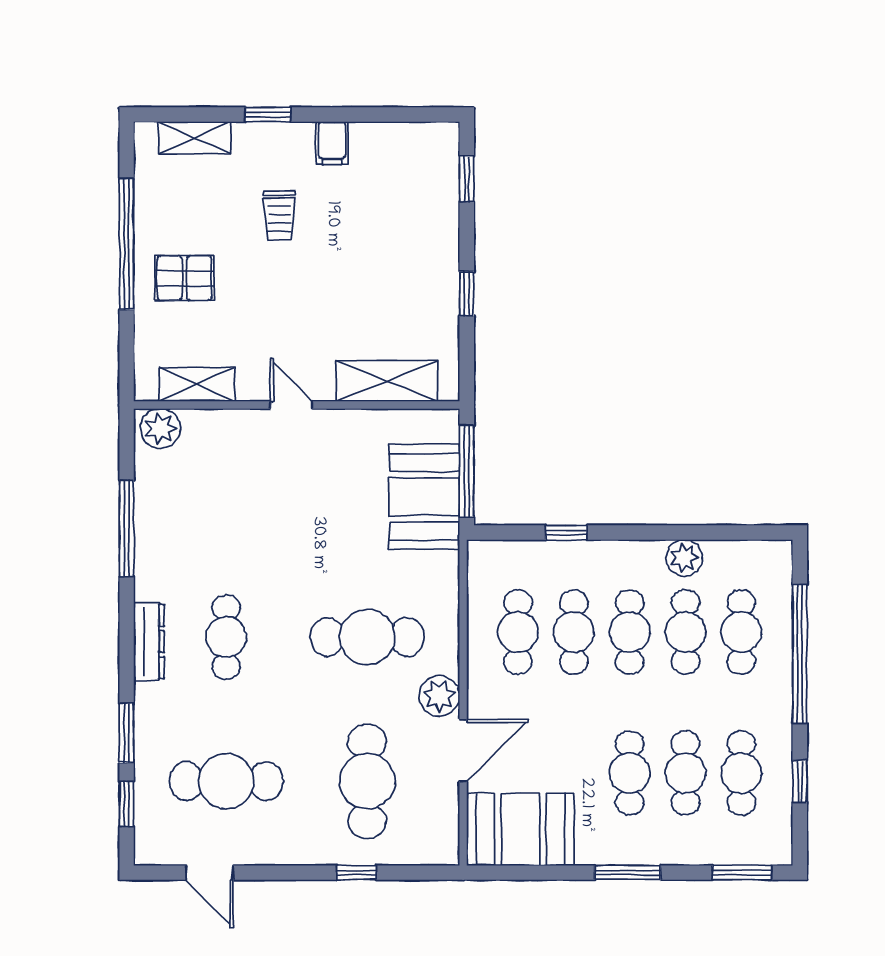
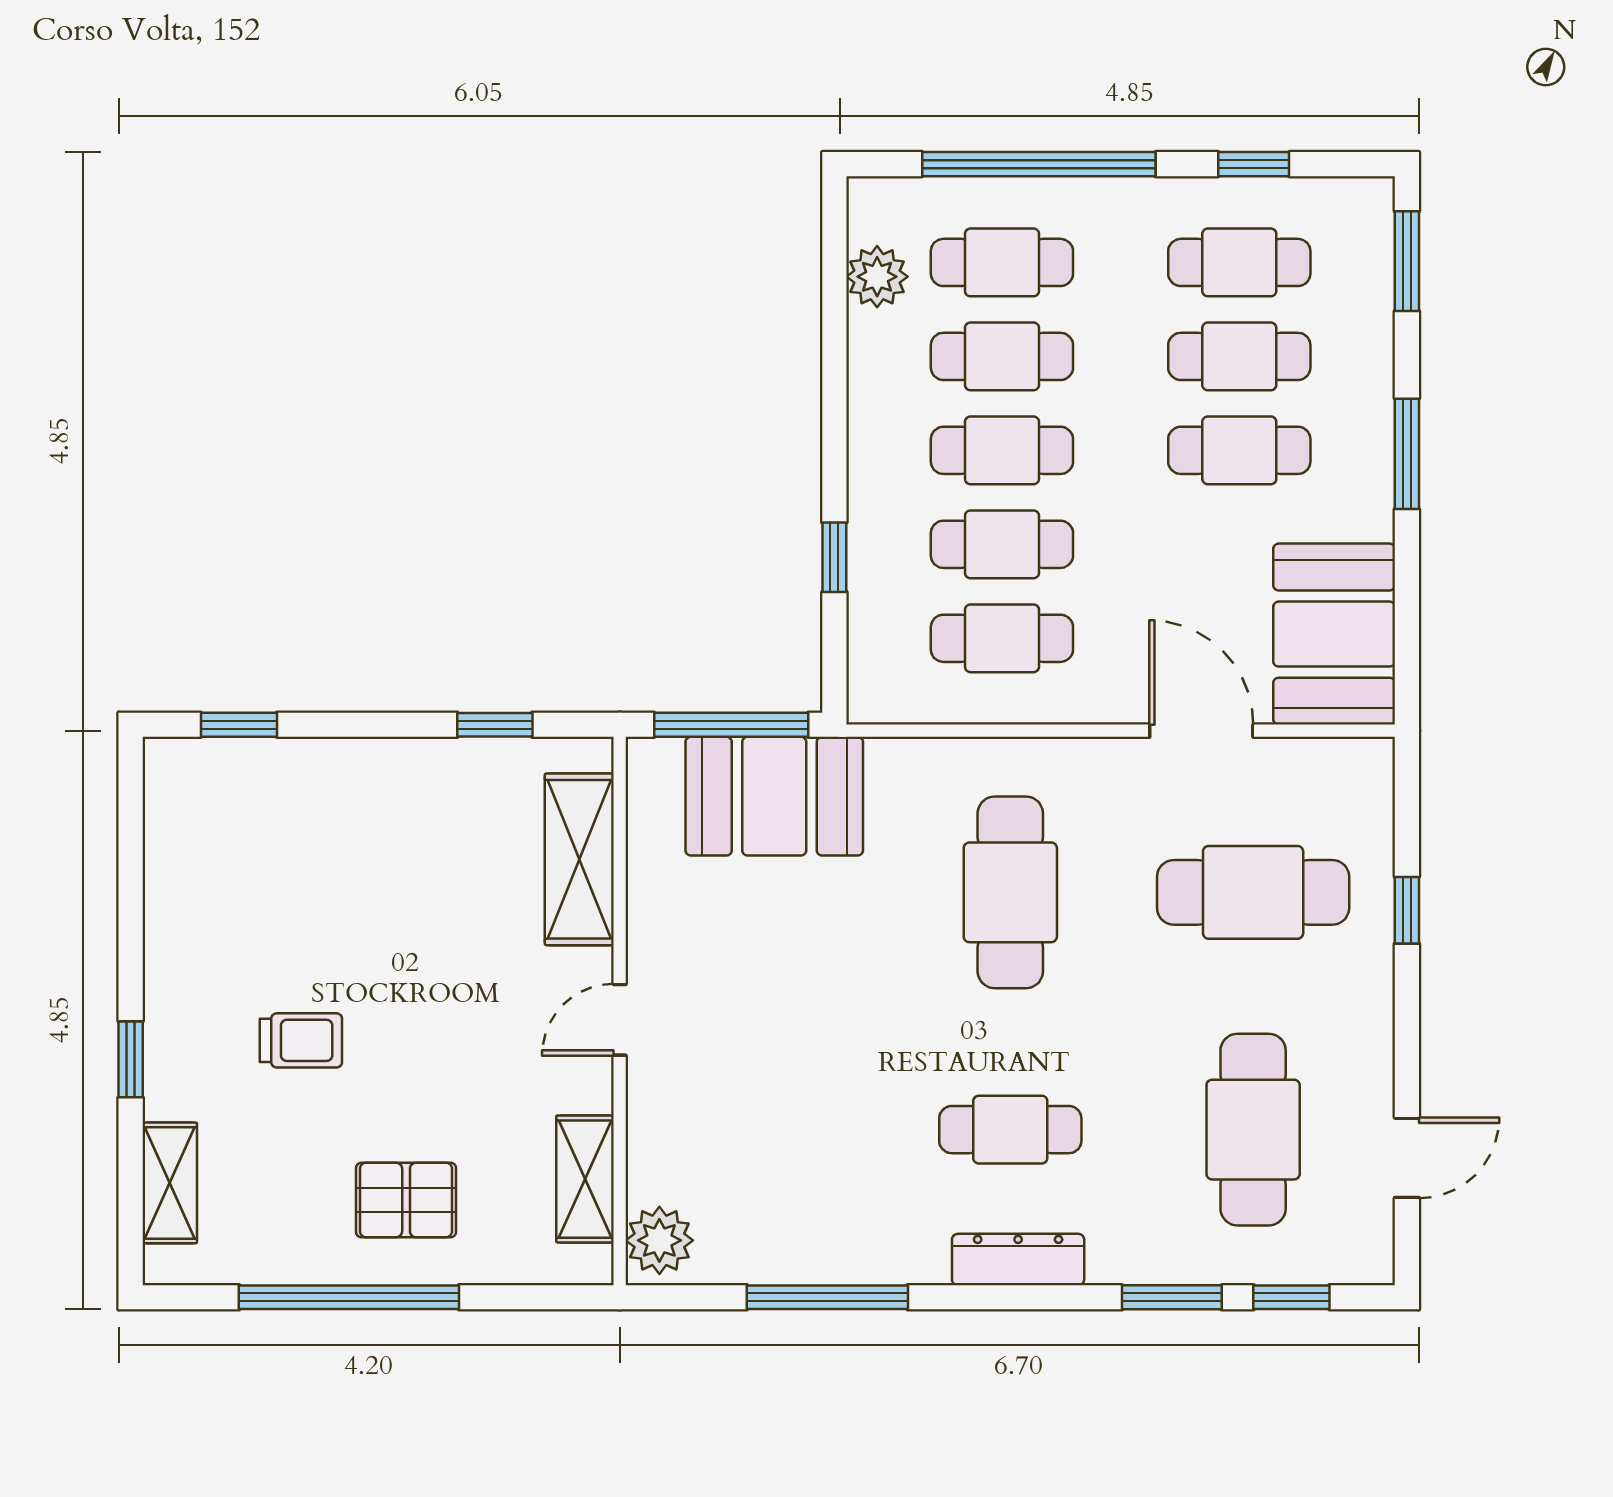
filing cabinet: (332, 143) -> (179, 951), removed
pallet: (184, 278) -> (406, 1200), turned 90
window: (467, 294) -> (495, 725), moved
plant: (684, 558) -> (877, 277), moved
plant: (439, 696) -> (1110, 771), removed

